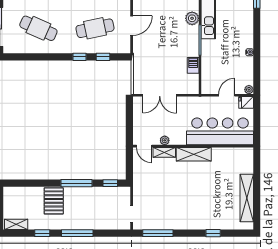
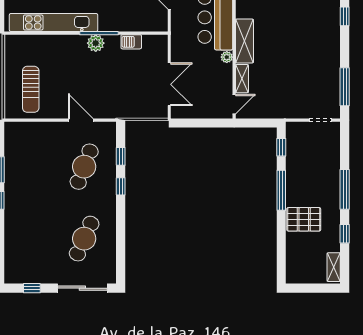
plant: (192, 18) -> (96, 43), moved
cafe table: (95, 28) -> (84, 167), turned 33
plant: (165, 140) -> (227, 57), moved

